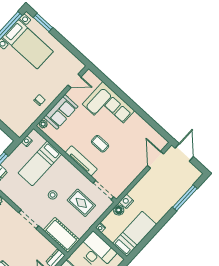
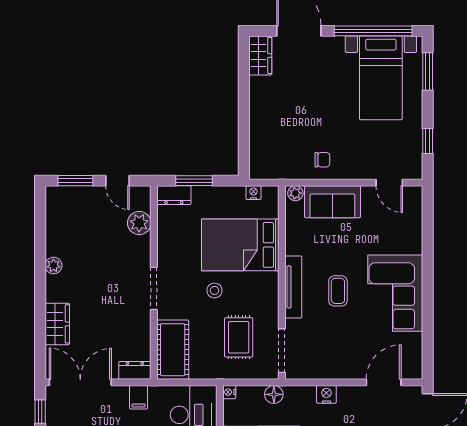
window: (72, 49) -> (428, 141), added
corner sofa: (108, 107) -> (395, 293), moved
bed: (40, 163) -> (240, 245), width x1.50
nightstand: (126, 201) -> (326, 394), moved

